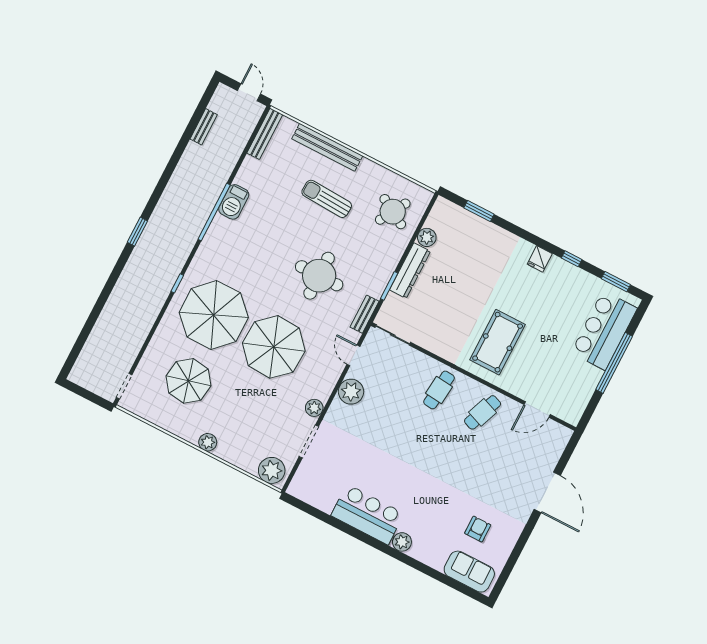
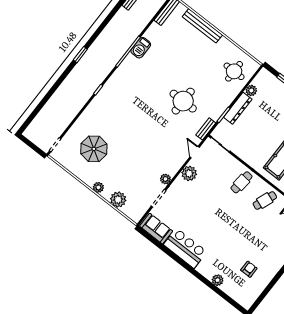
sun lounger: (327, 199) -> (196, 56), removed
round table: (393, 212) -> (234, 71), turned -30
parasol: (214, 315) -> (116, 113), removed
parasol: (274, 347) -> (148, 138), removed
plant: (272, 470) -> (118, 200), moved
plant: (402, 542) -> (218, 280), moved
sofa: (469, 572) -> (156, 229), moved

